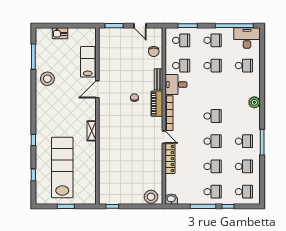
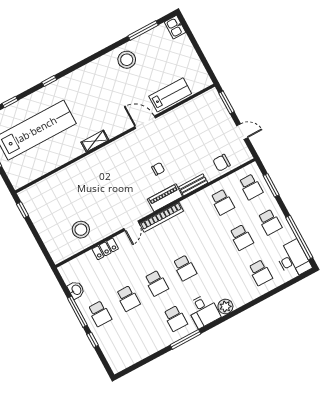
door: (140, 26) -> (242, 132), swing flipped
kitchen sink: (60, 33) -> (175, 27), moved
desk: (176, 85) -> (203, 311), moved, turned 180
locker: (170, 159) -> (105, 249), width x0.66
school desk: (244, 166) -> (147, 334), removed
school desk: (244, 192) -> (119, 349), removed
stool: (151, 197) -> (81, 230), moved
washbasin: (171, 199) -> (76, 290), moved

